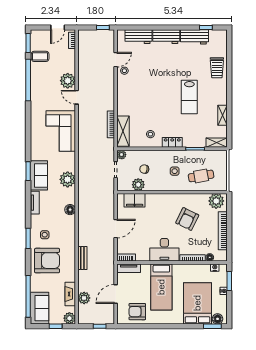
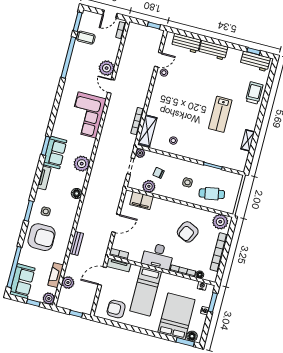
workbench: (194, 37) -> (255, 61), moved
trolley: (217, 68) -> (254, 93), turned 180
locker: (172, 142) -> (192, 154), removed
shelving: (217, 143) -> (235, 165), removed
door: (116, 294) -> (102, 276), moved

